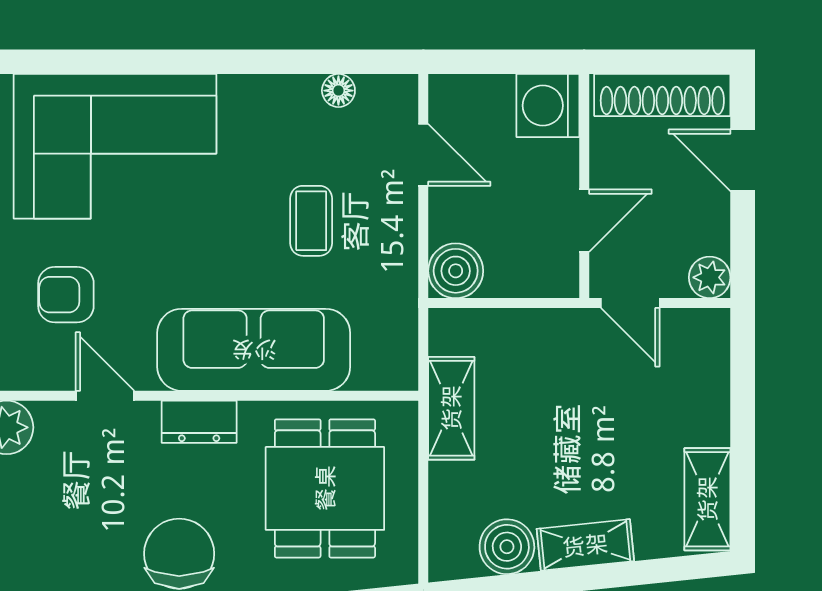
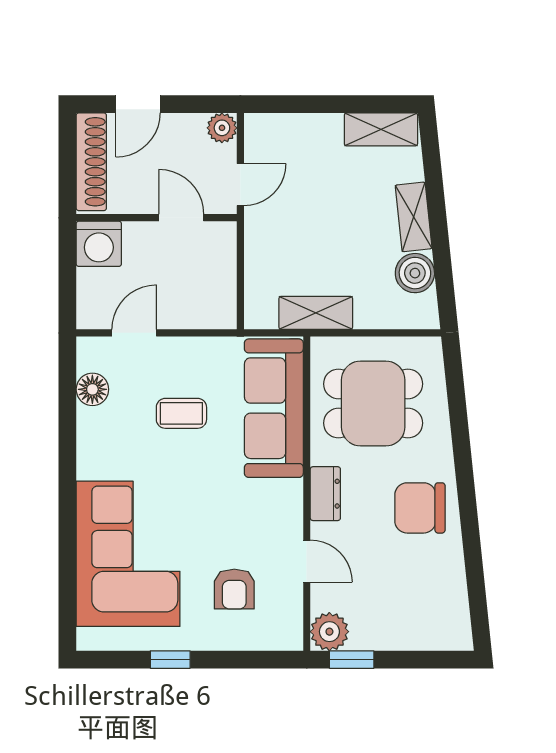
floor lamp: (338, 91) -> (92, 389), width x1.37, depth x1.37
boiler: (456, 271) -> (217, 310), removed
sofa: (254, 350) -> (274, 408), moved
door: (105, 396) -> (307, 561), swing flipped

